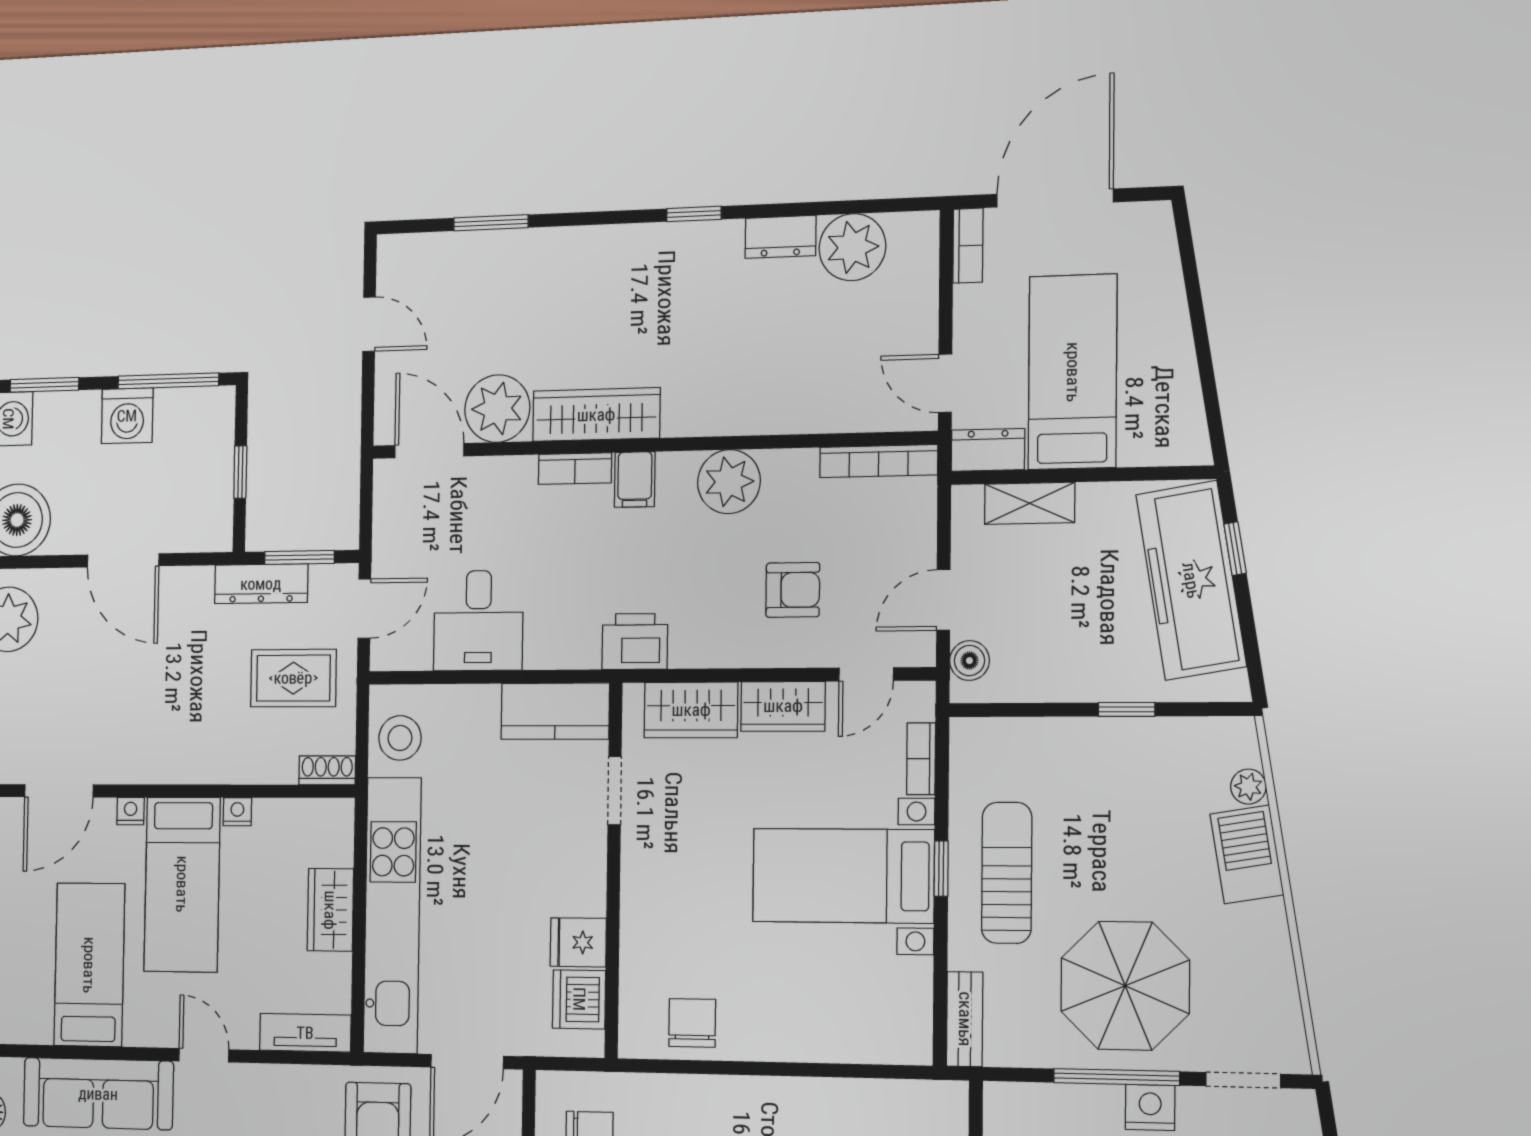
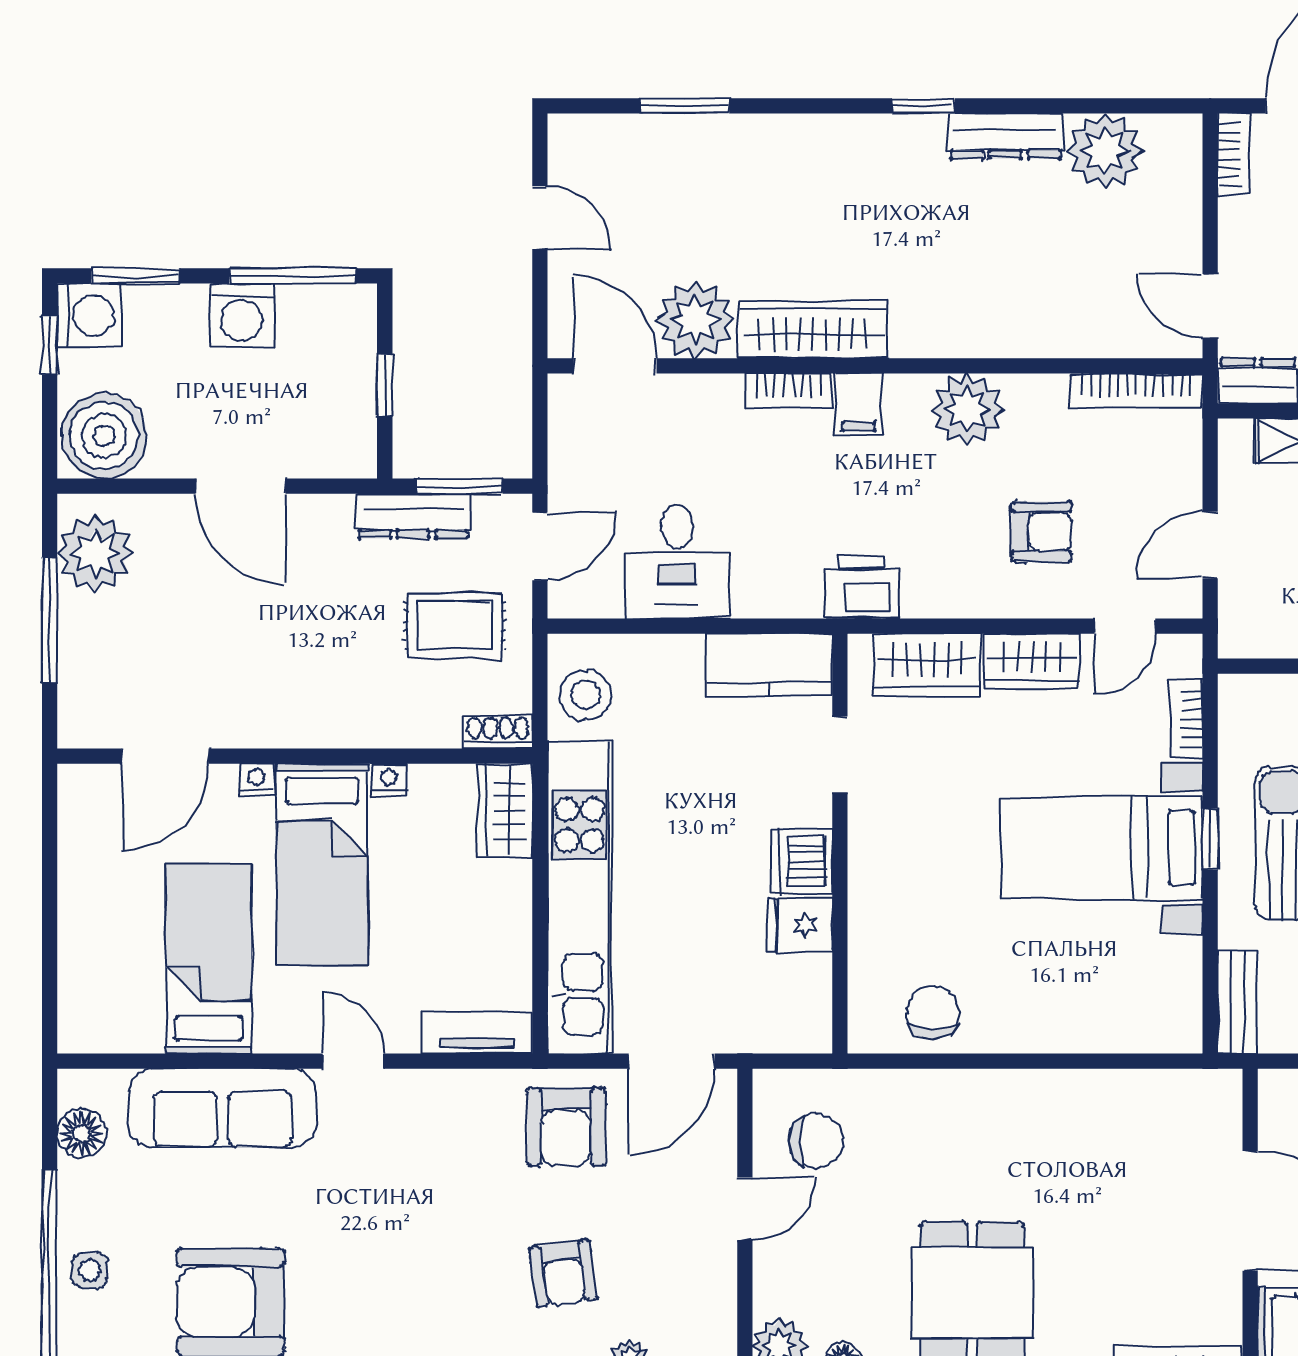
dresser: (780, 237) -> (1006, 136), width x1.44
boiler: (969, 661) -> (1239, 612), removed
wardrobe: (330, 910) -> (505, 811), moved
dishwasher: (579, 999) -> (802, 861), moved

